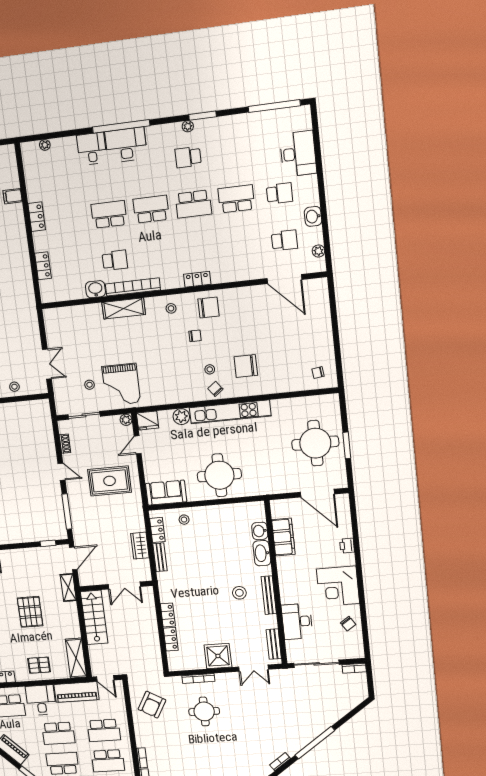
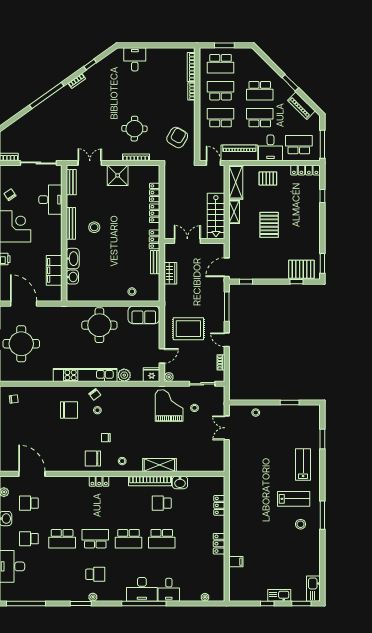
locker: (157, 530) -> (155, 239), moved
shelving: (68, 588) -> (234, 212), moved

